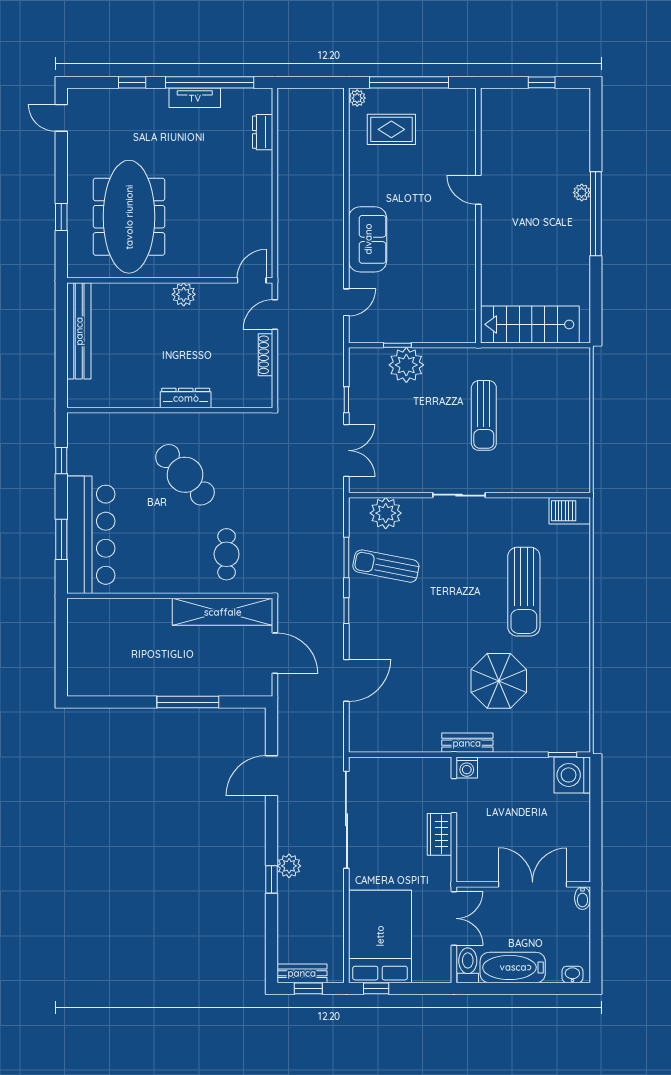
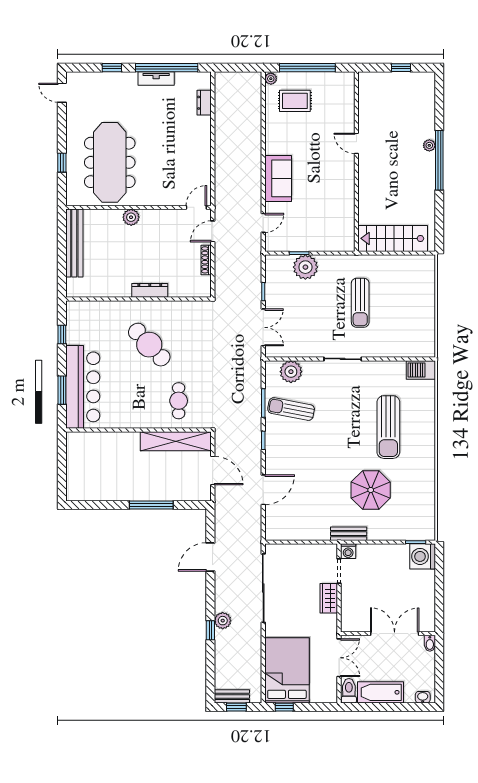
plant: (184, 294) -> (131, 217), moved

